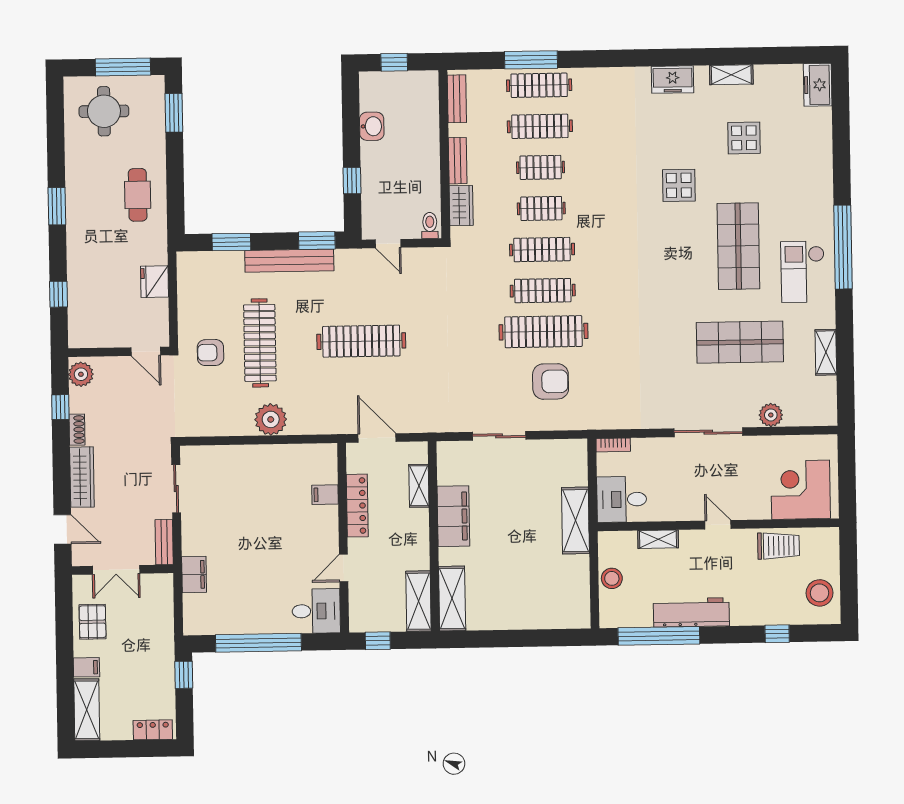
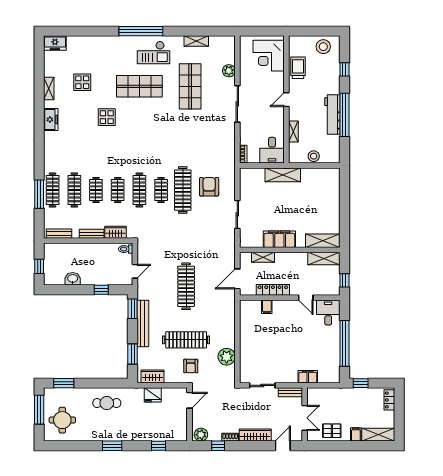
wardrobe: (189, 281) -> (153, 377), added
clothes rail: (543, 291) -> (161, 190), width x0.73
plant: (271, 419) -> (227, 357), moved
window: (659, 636) -> (344, 115), moved

